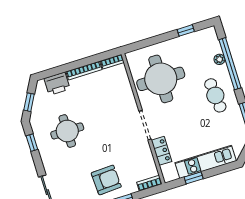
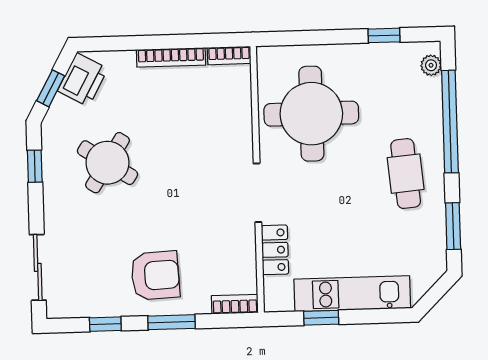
plant: (219, 59) -> (431, 65), moved
printer: (57, 84) -> (83, 80), moved, turned -61
round table: (67, 131) -> (107, 163), turned 33

